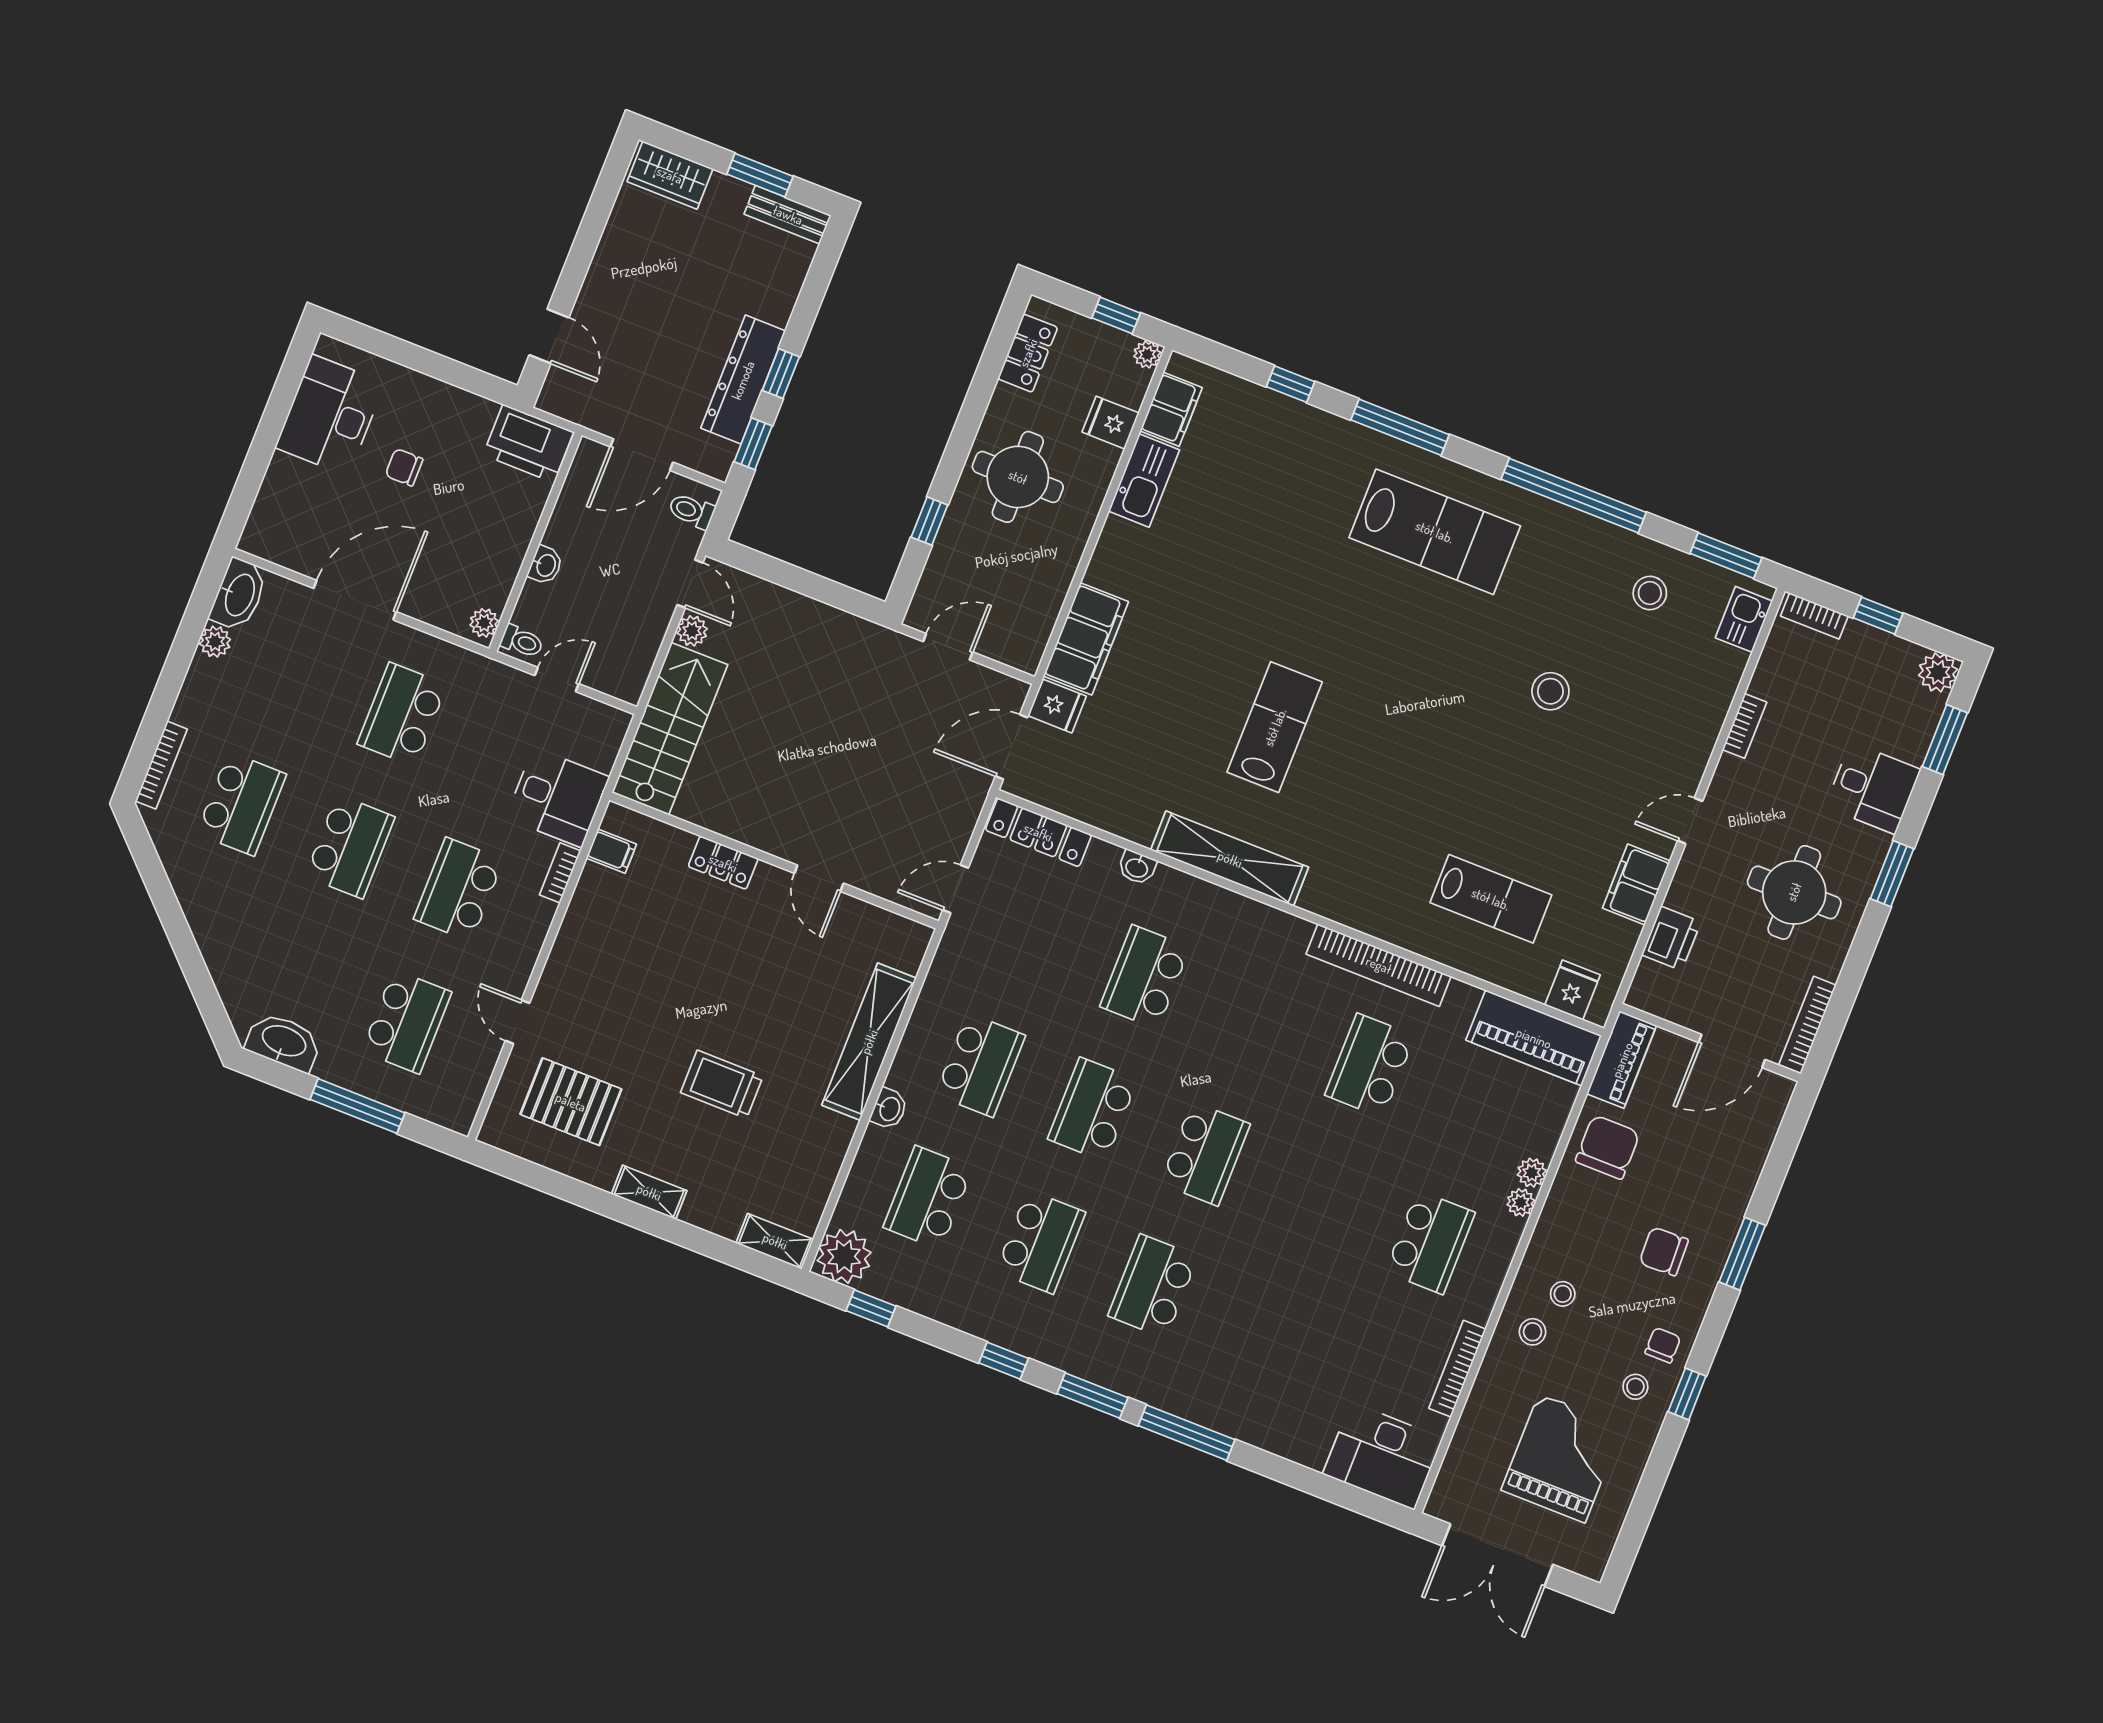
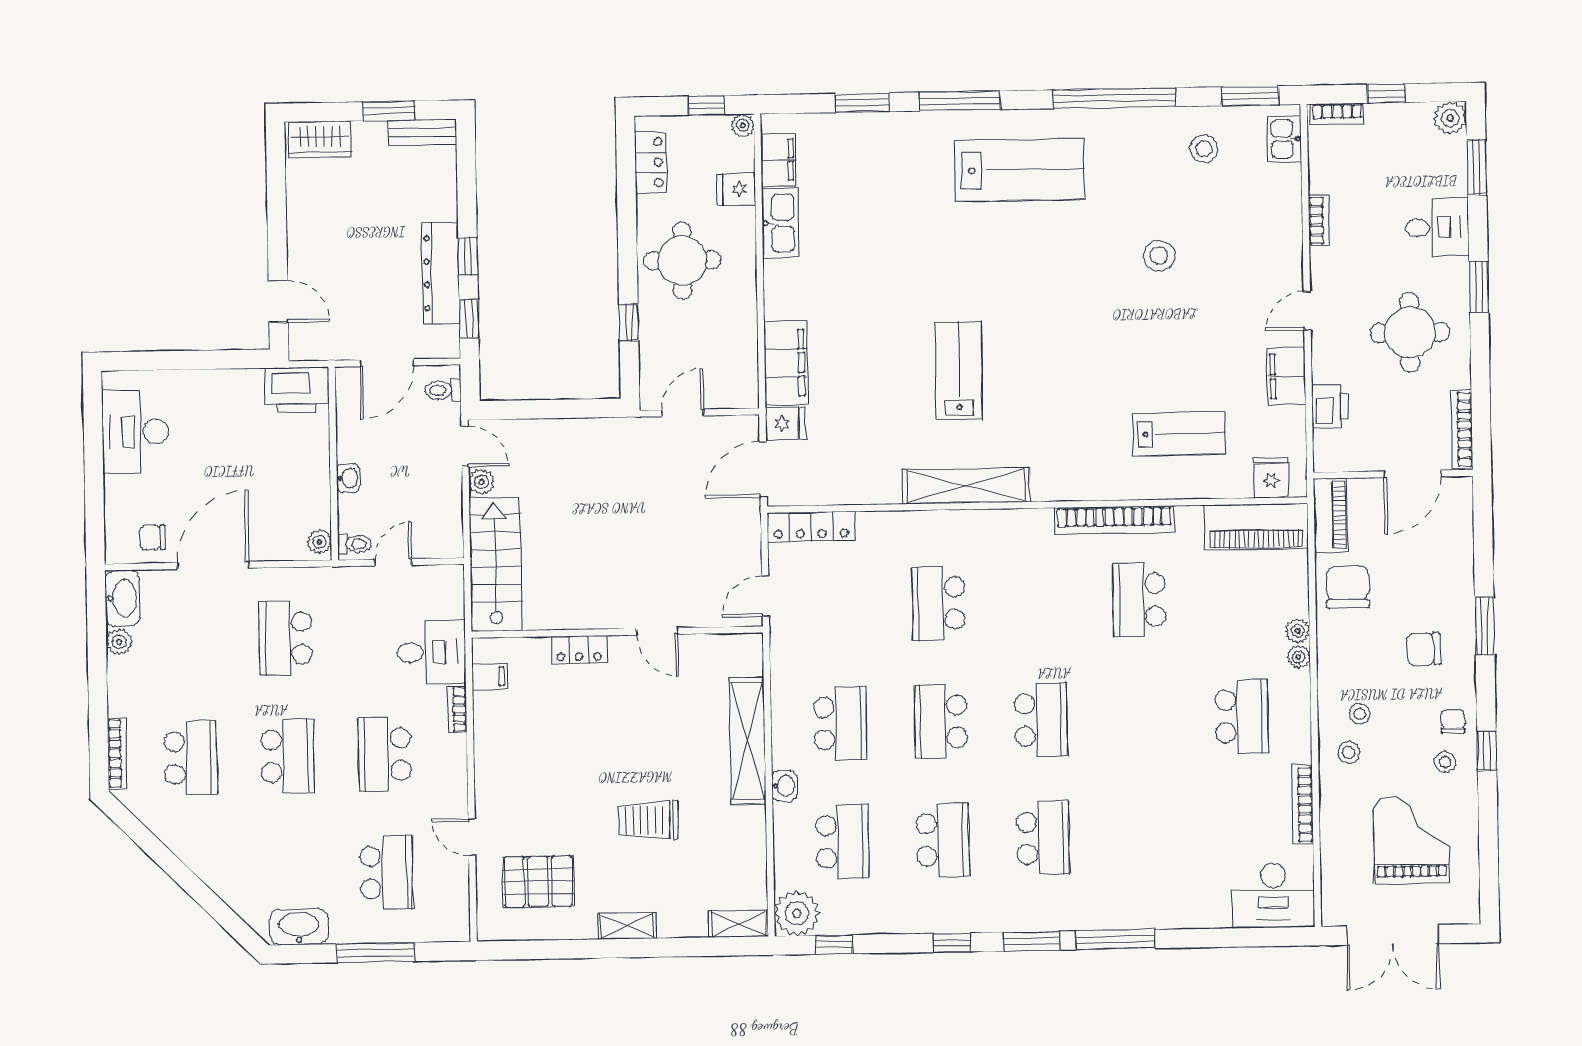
window: (1291, 384) -> (862, 103), width x1.50
chair: (404, 467) -> (153, 537), moved
washbasin: (1137, 867) -> (898, 522), removed
school desk: (928, 1198) -> (842, 842), turned 180
school desk: (1153, 1286) -> (1043, 838), turned 180

